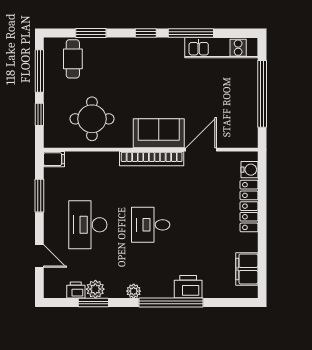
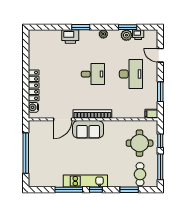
kitchen unit: (221, 48) -> (85, 181), moved
round table: (92, 119) -> (140, 143), moved
filing cabinet: (247, 269) -> (35, 47), removed
window: (171, 303) -> (81, 27), width x0.47

